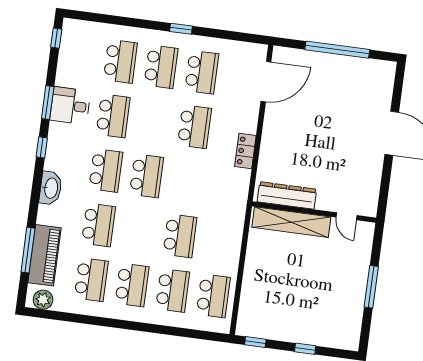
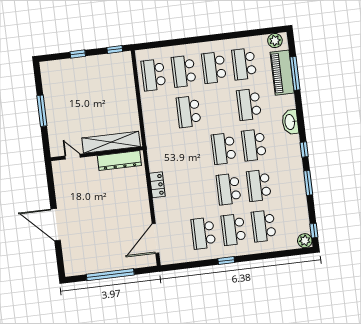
plant: (72, 28) -> (305, 241), added
desk: (70, 106) -> (291, 185), removed
school desk: (194, 127) -> (229, 189), moved

